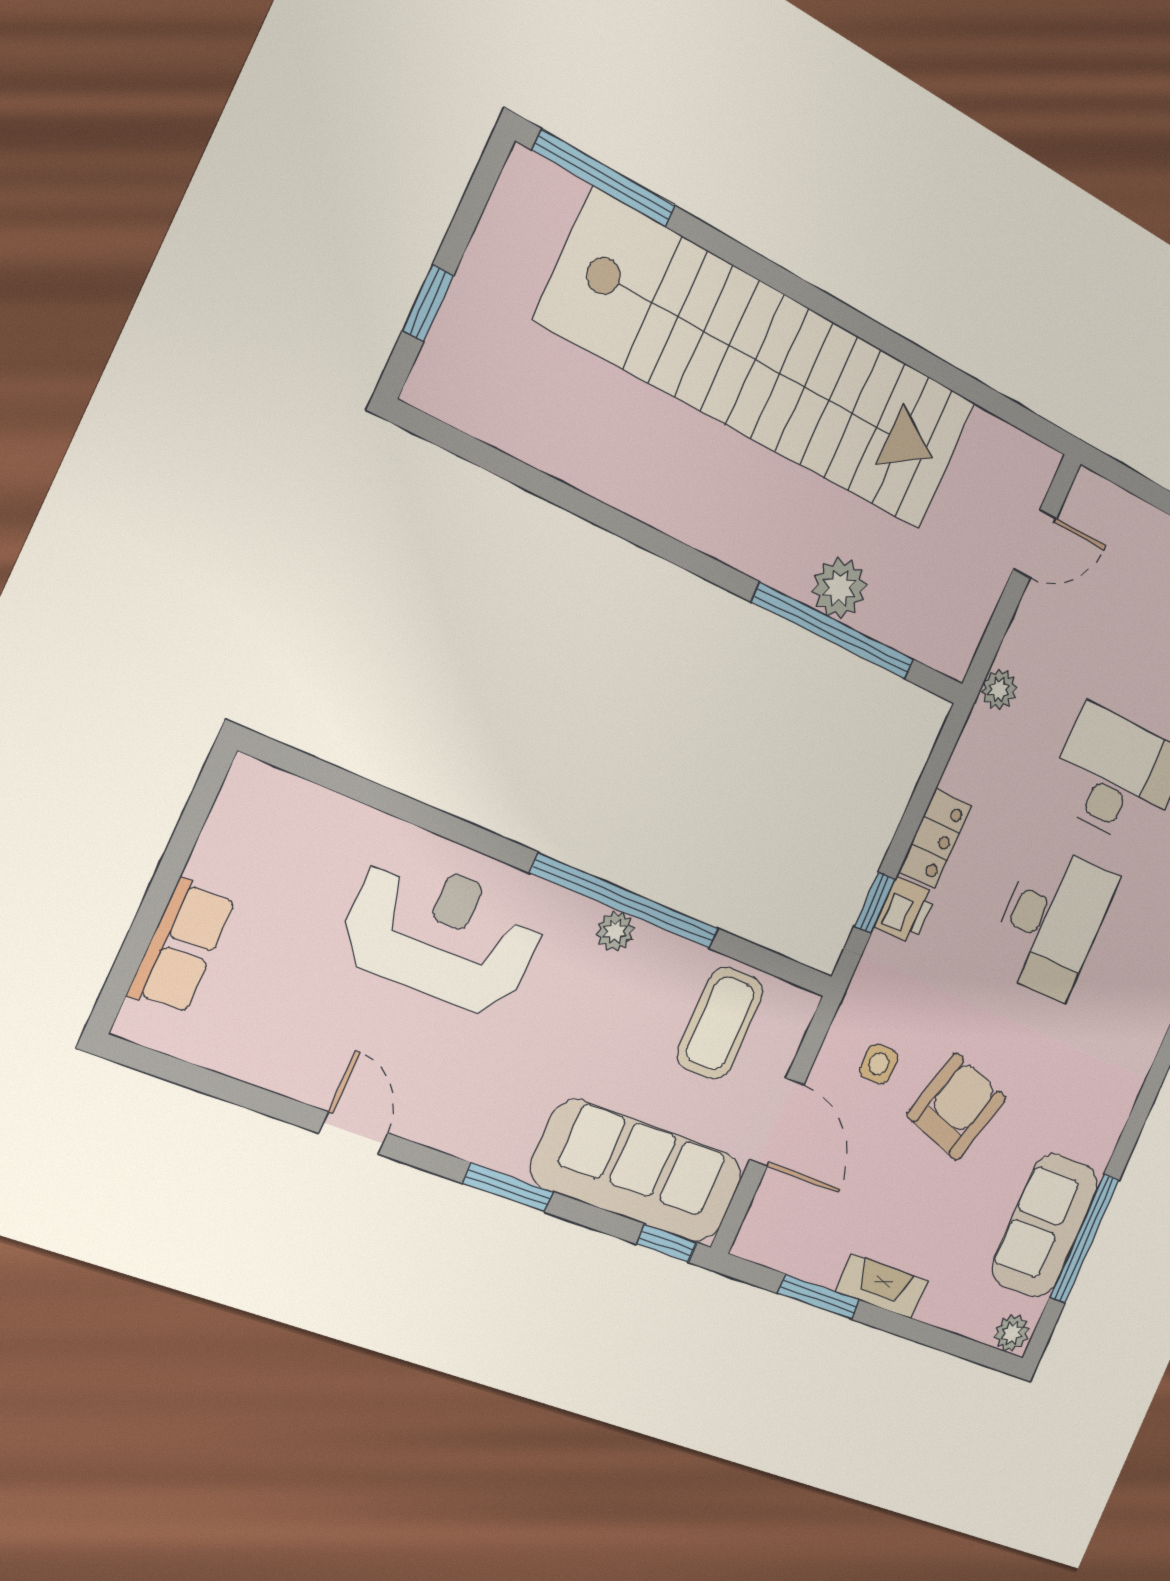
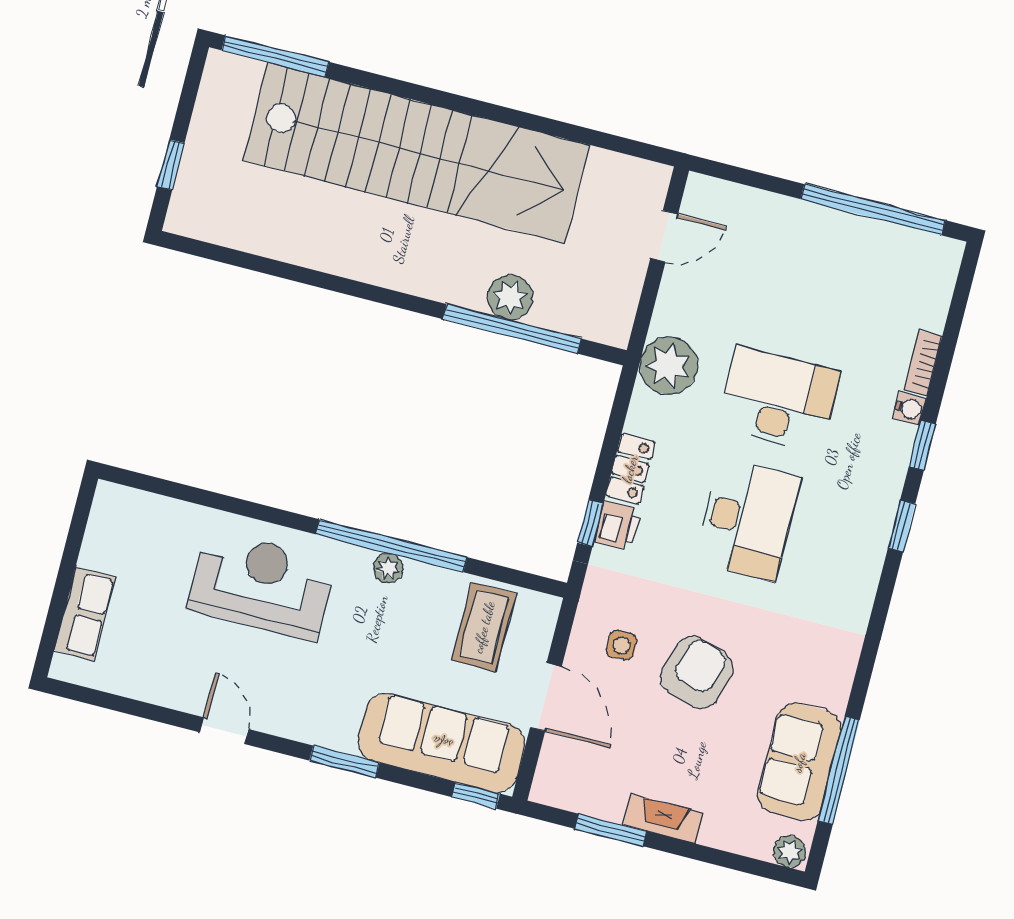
plant: (999, 690) -> (669, 366), width x1.88, depth x1.88

